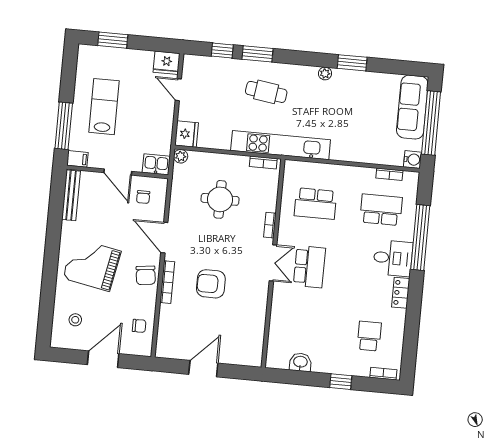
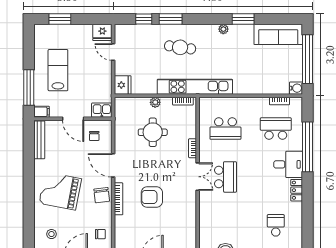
sofa: (412, 107) -> (278, 34), moved, turned -90
plant: (181, 156) -> (155, 102), moved

